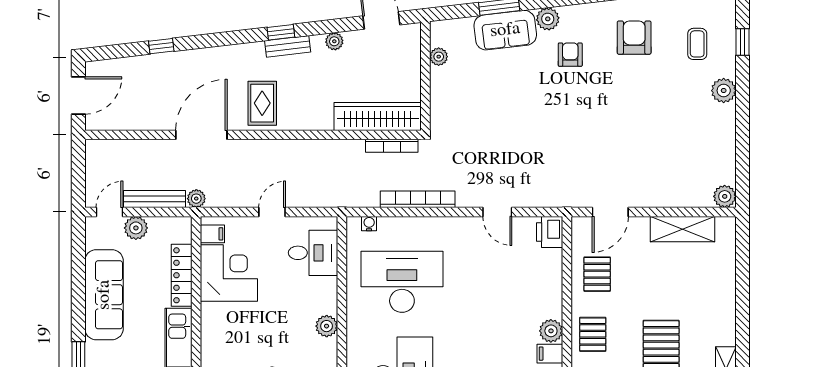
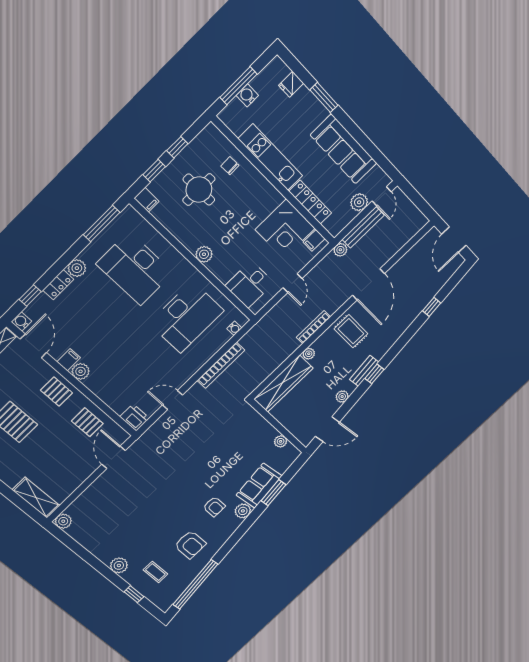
plant: (324, 122) -> (309, 354), added
bookcase: (392, 146) -> (313, 327), moved
shelving: (682, 229) -> (36, 498), moved, turned 90

